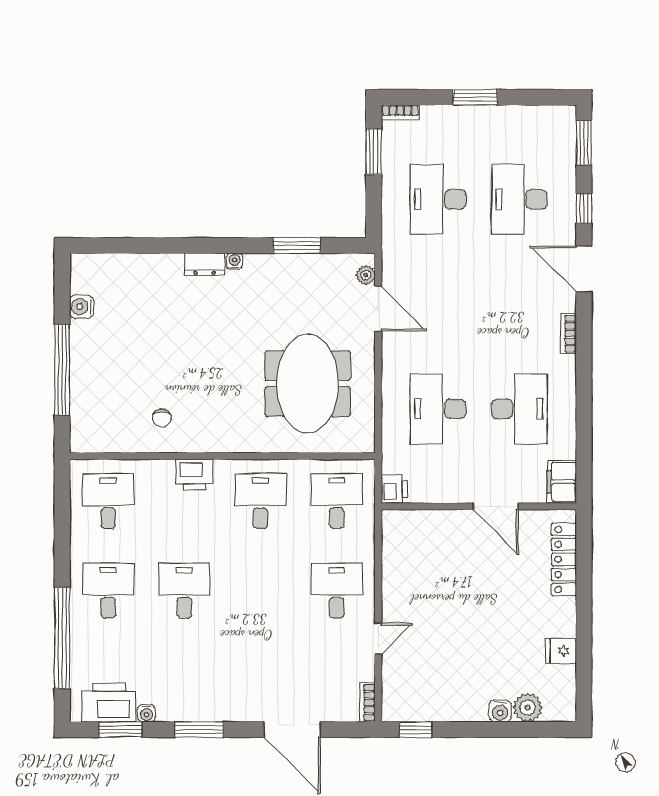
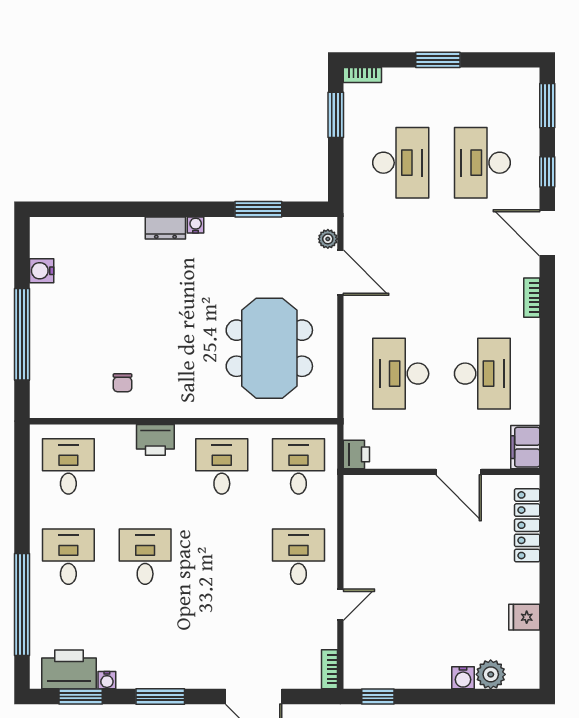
desk: (438, 199) -> (401, 163), turned 180

